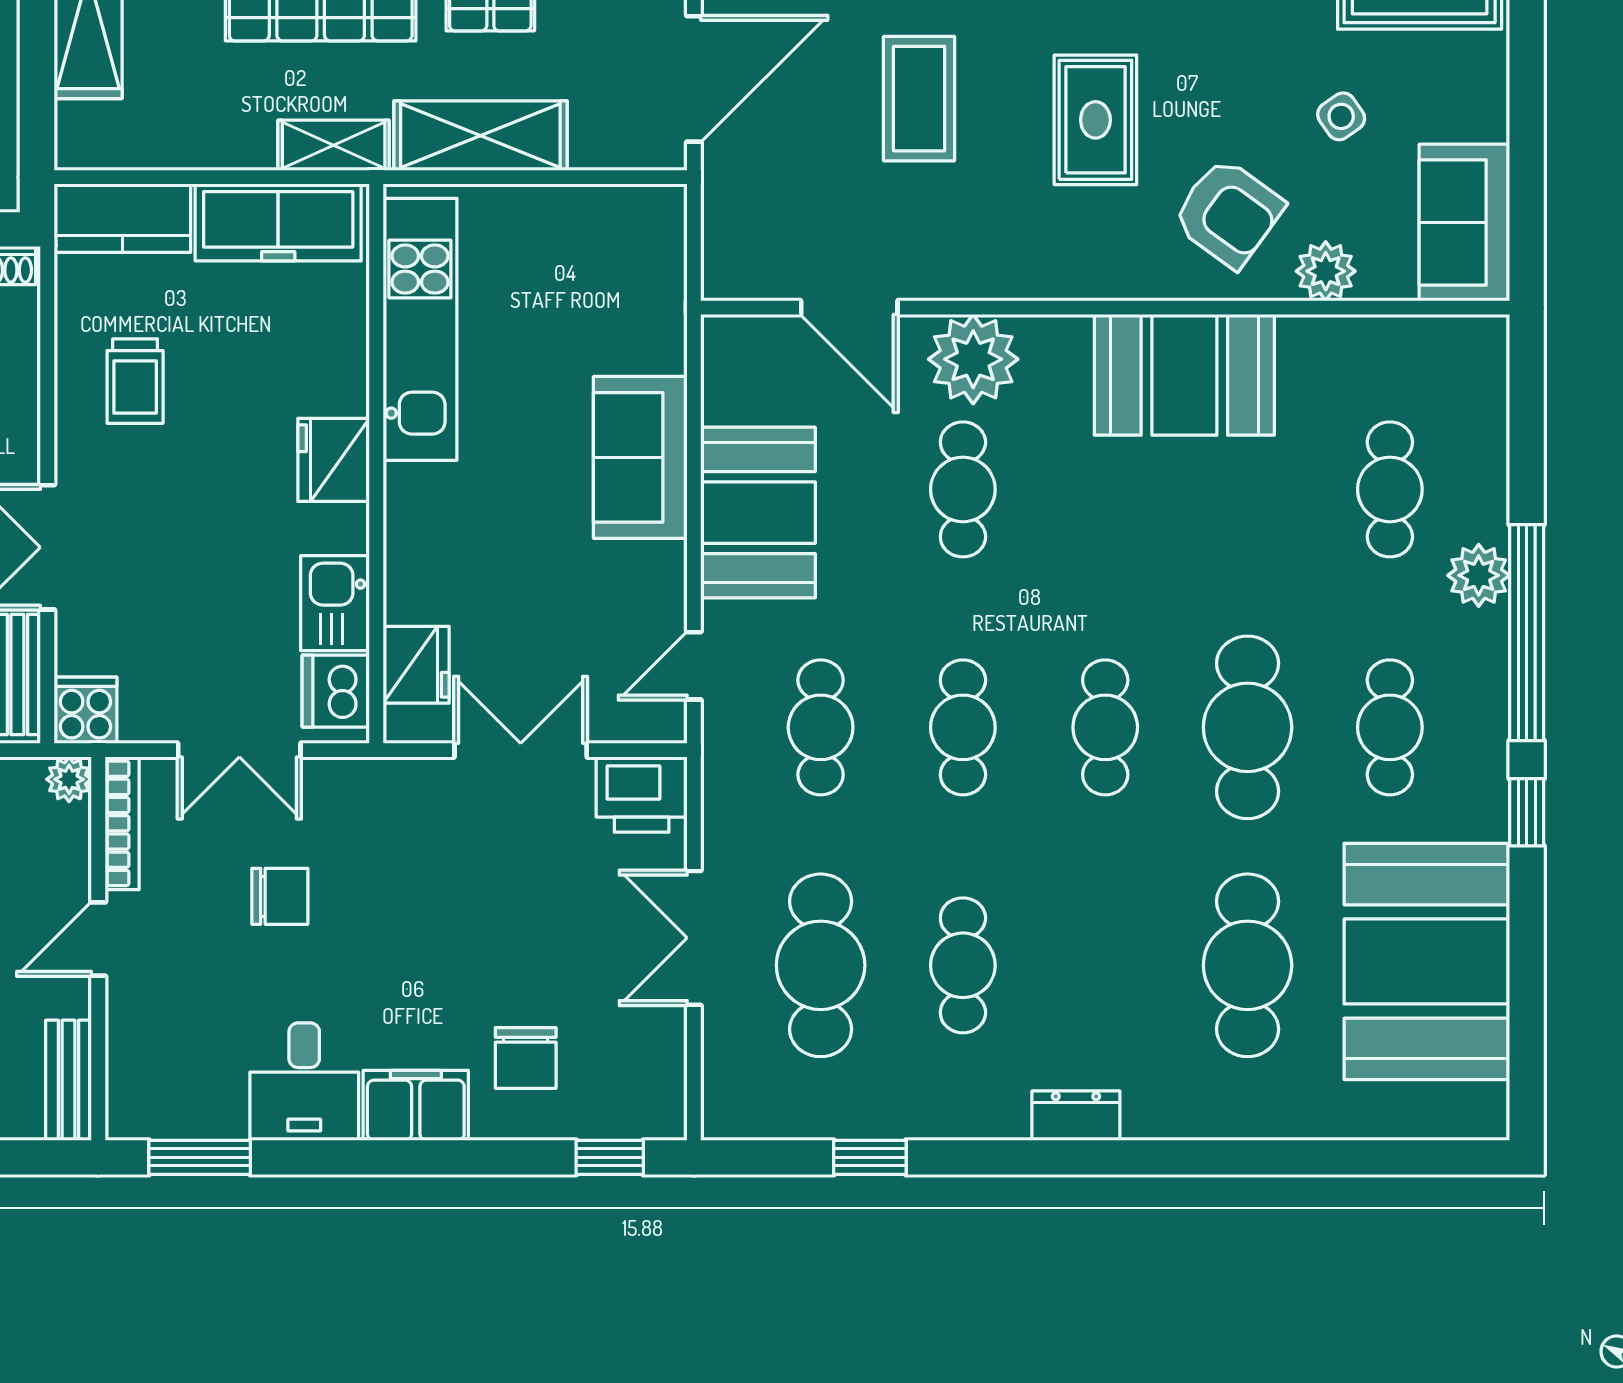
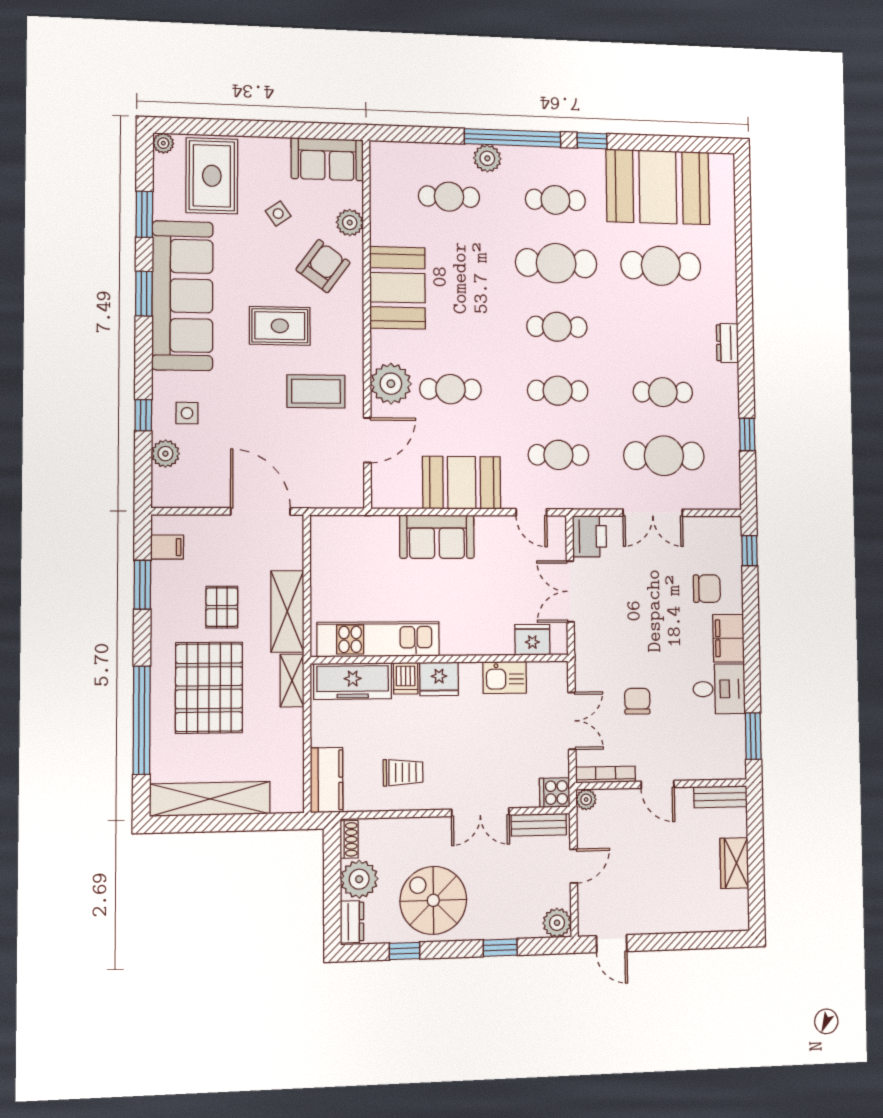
coffee table: (919, 99) -> (316, 391), moved
freezer: (278, 222) -> (353, 681), moved, turned 90
dishwasher: (336, 691) -> (406, 678), moved, width x0.73

